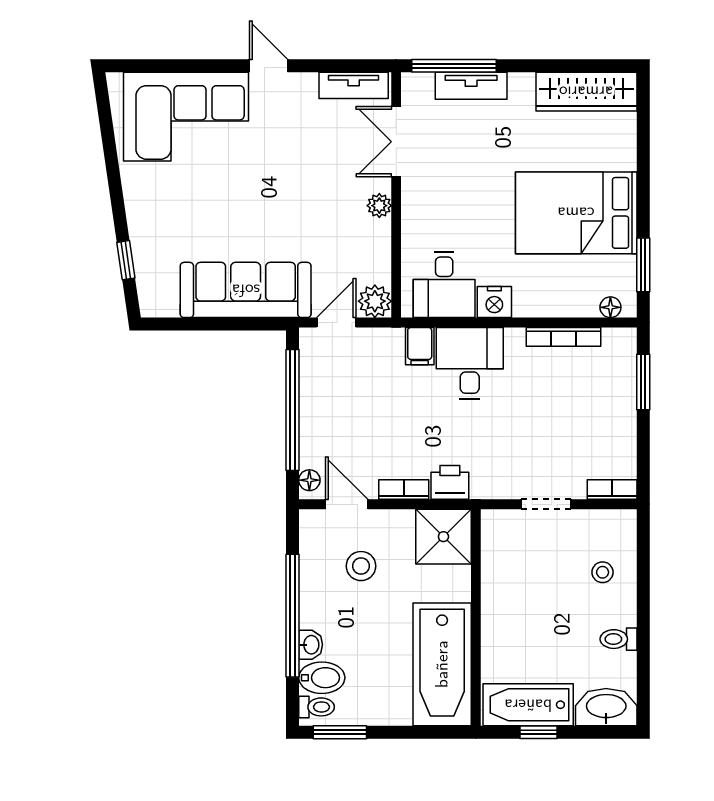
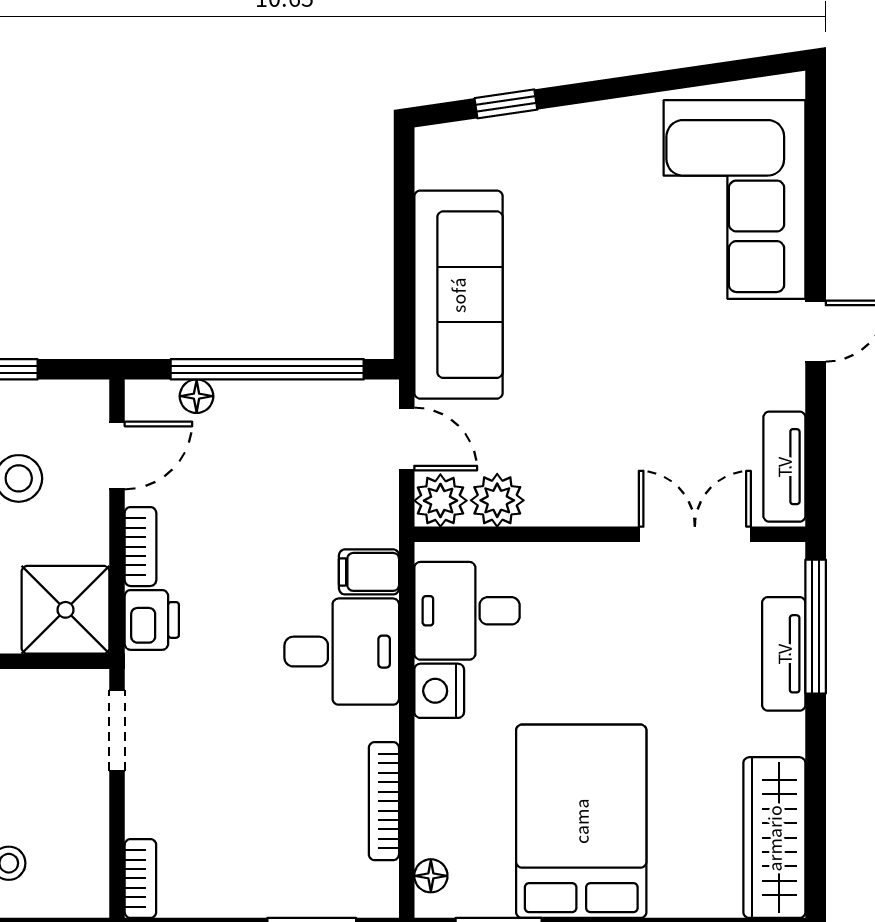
plant: (379, 206) -> (497, 500), moved, width x1.38, depth x1.38
floor lamp: (309, 480) -> (197, 396), moved
doorway: (546, 504) -> (117, 730), moved

